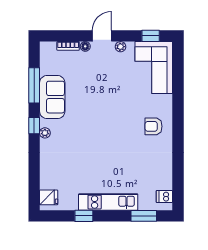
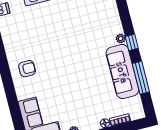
sofa: (52, 97) -> (122, 72), width x1.36

